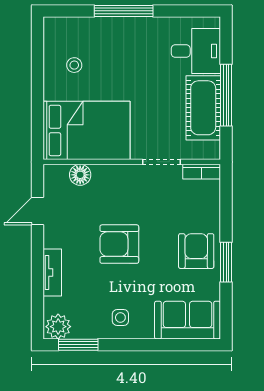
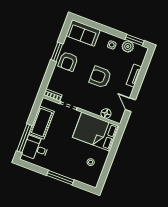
window: (226, 95) -> (24, 138), moved
door: (38, 211) -> (130, 105), swing flipped
armchair: (119, 244) -> (100, 77), turned 180
plant: (58, 327) -> (128, 46), moved

